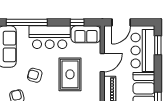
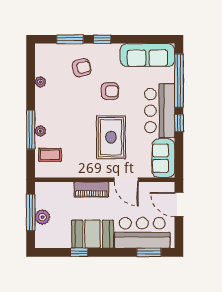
window: (77, 22) -> (179, 123), moved
rug: (70, 74) -> (111, 137), turned 90
armchair: (35, 75) -> (110, 91), turned 74

